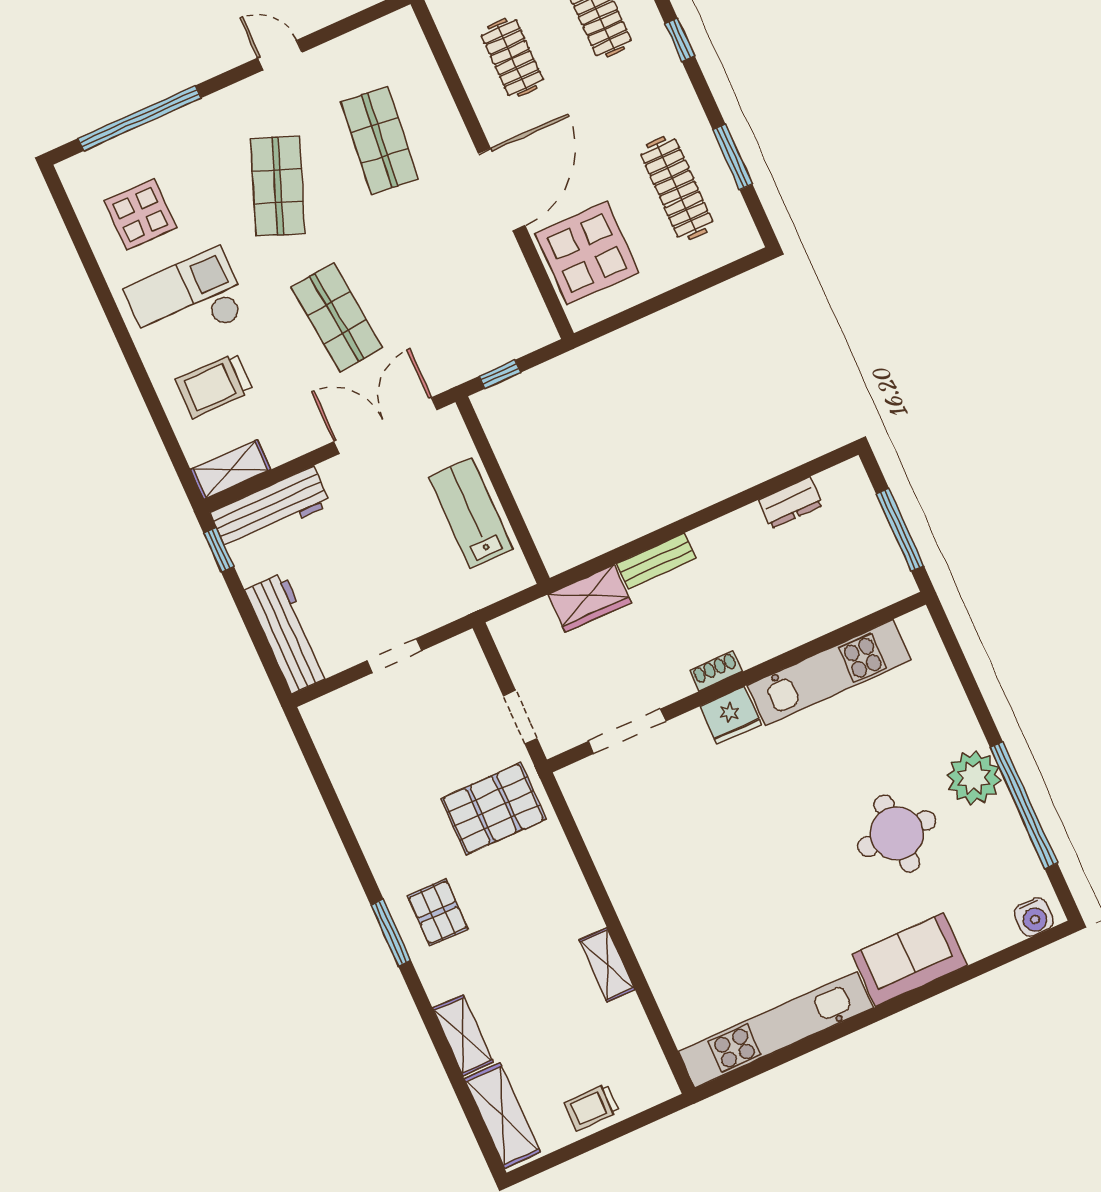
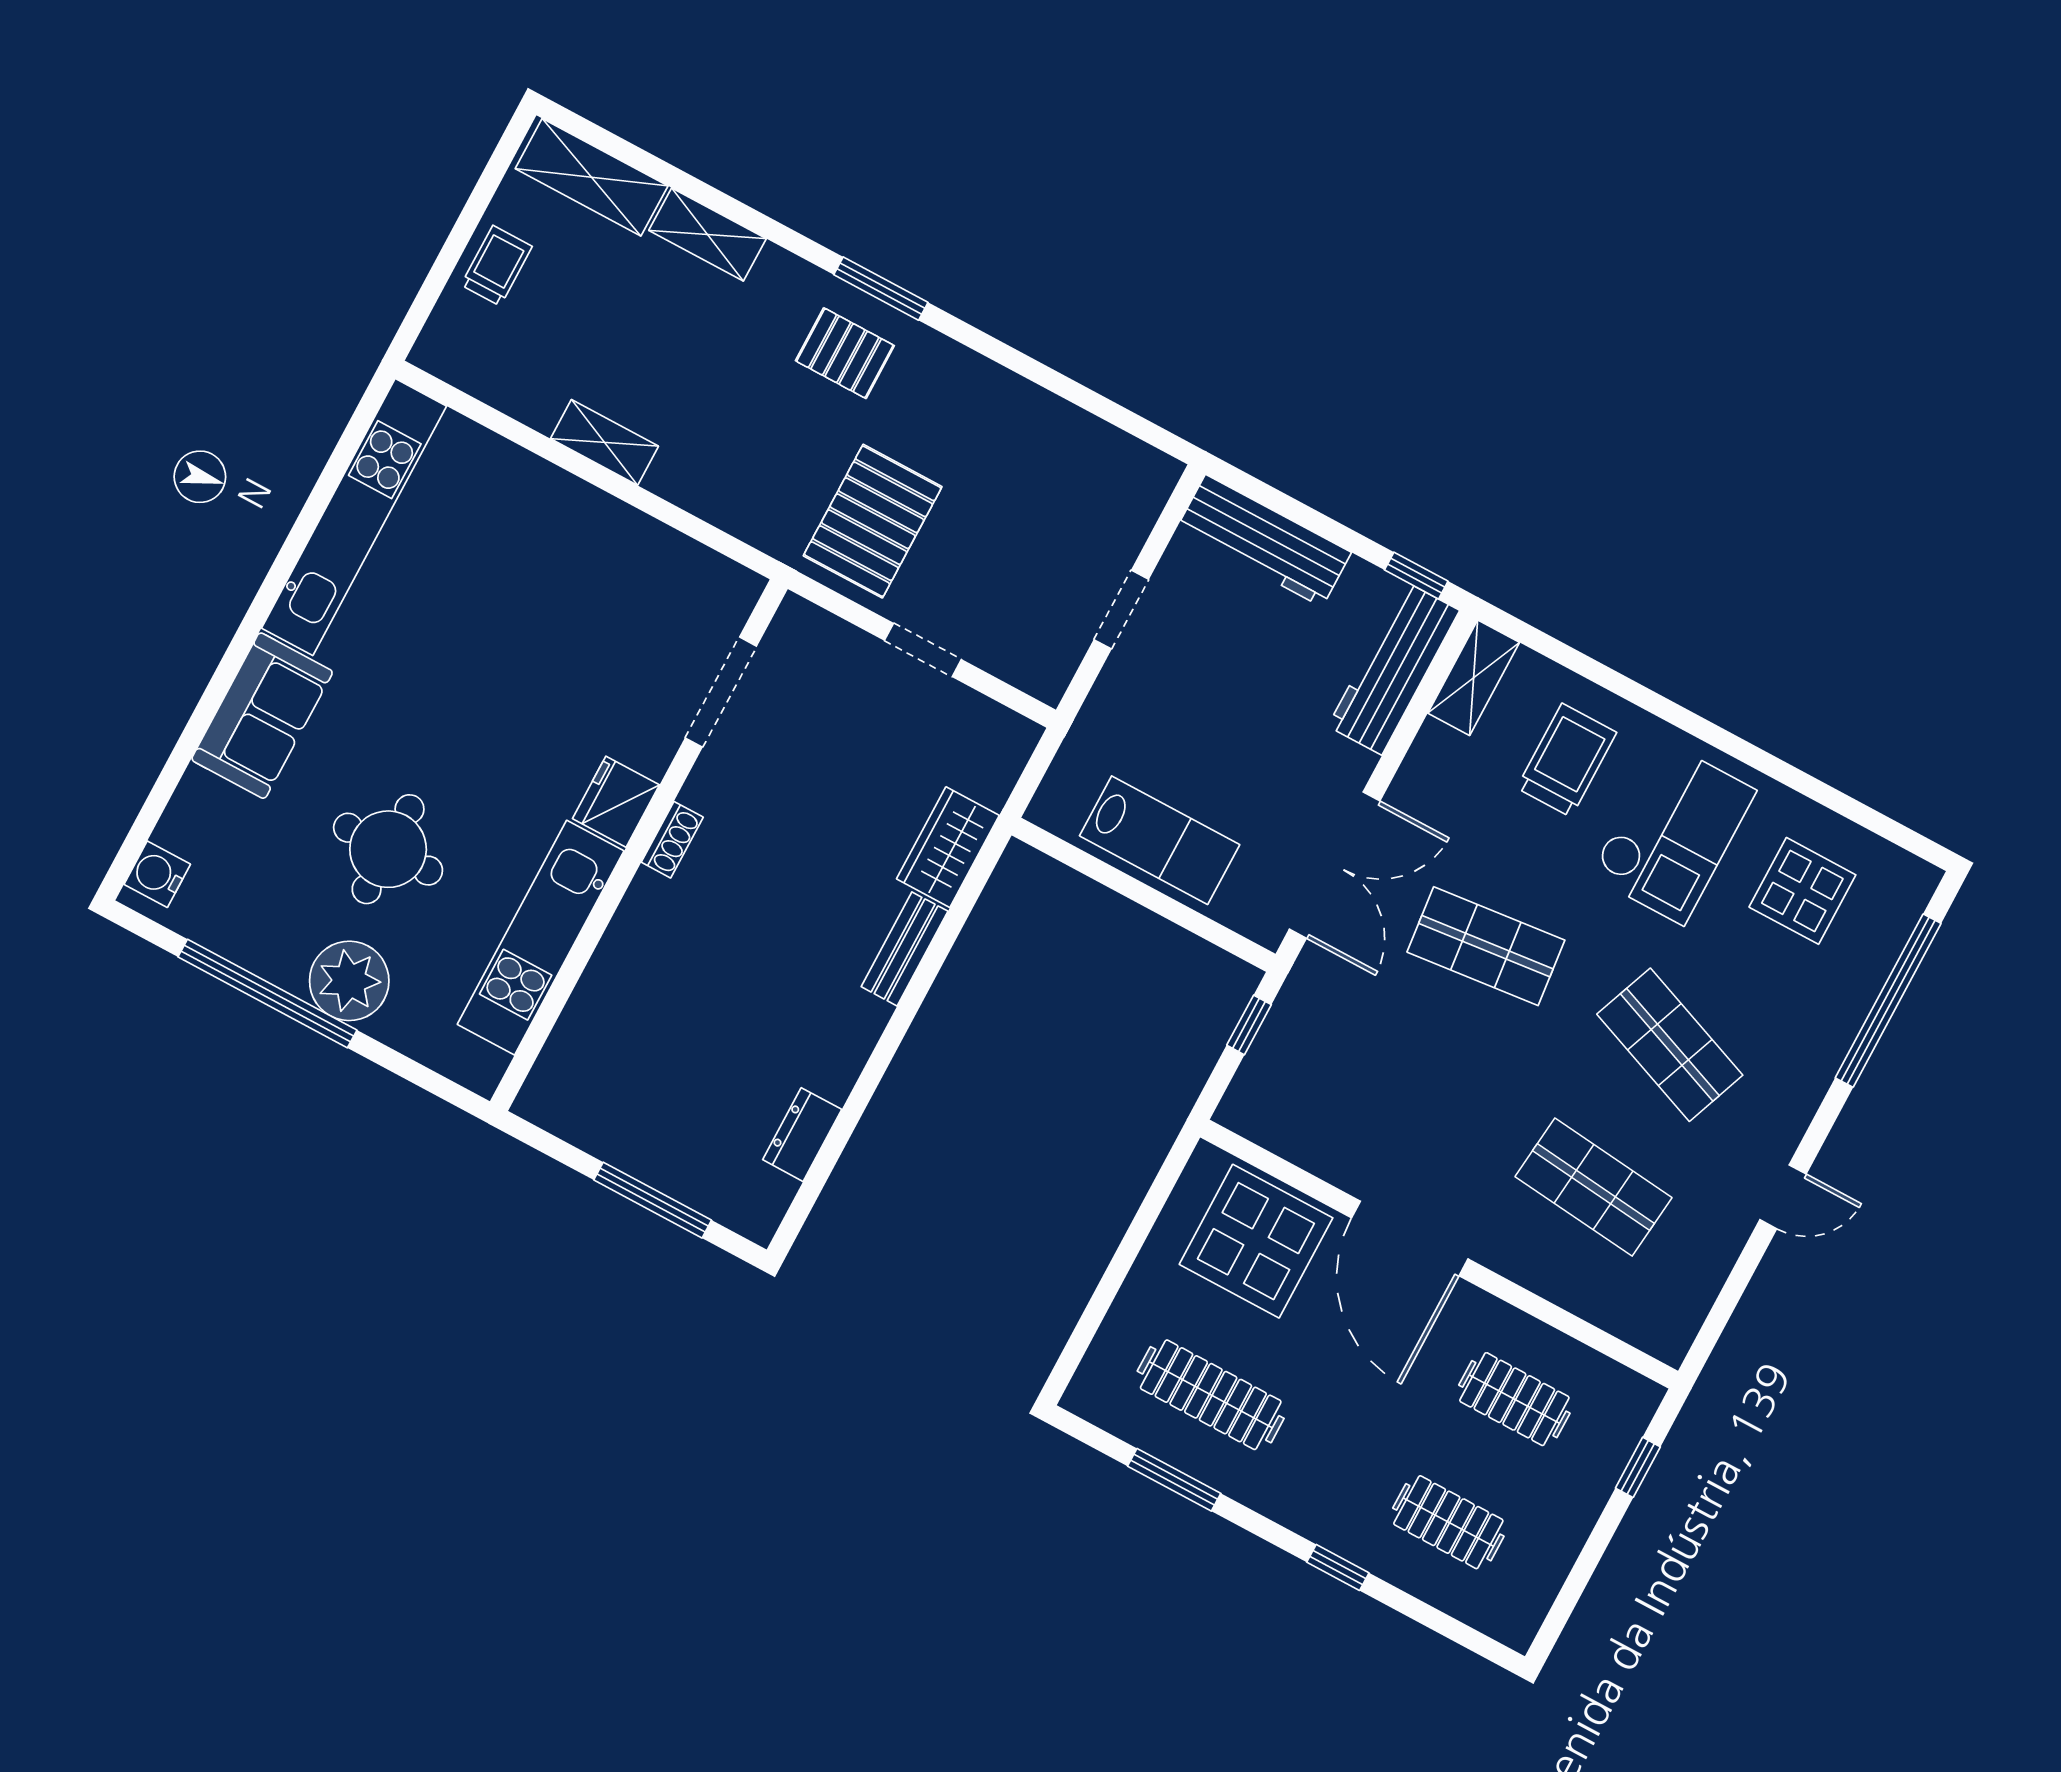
shoe rack: (716, 671) -> (672, 840), moved
kitchen unit: (829, 673) -> (541, 938), moved
wall: (736, 682) -> (639, 845), moved
fridge: (731, 715) -> (616, 802), moved
doorway: (627, 731) -> (721, 692), moved

